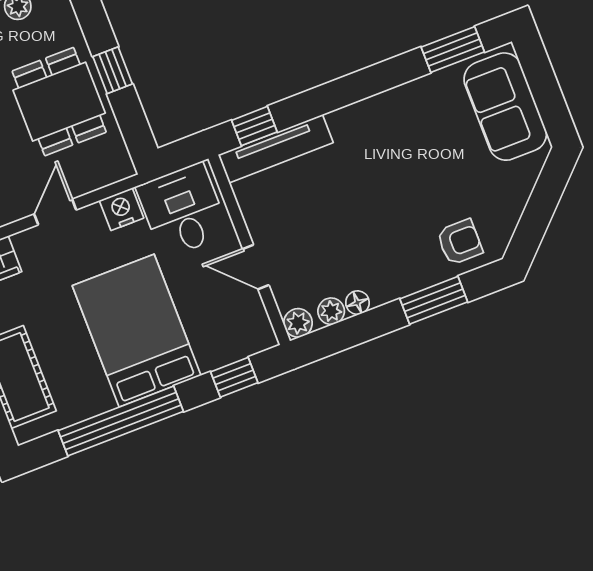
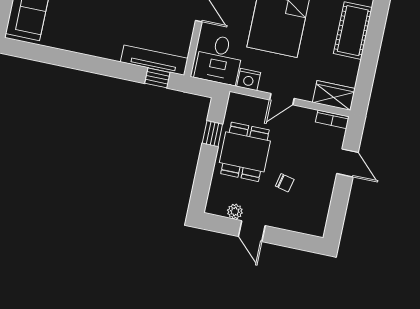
window: (453, 50) -> (36, 52), removed
window: (113, 70) -> (212, 134), moved

